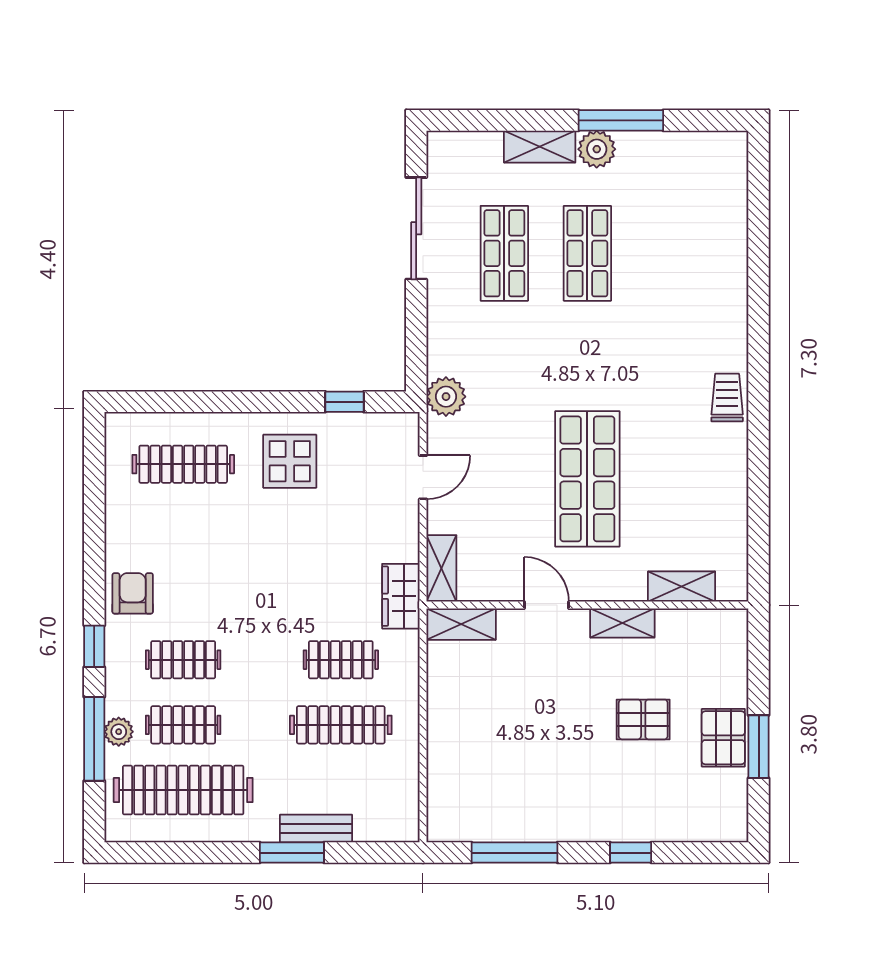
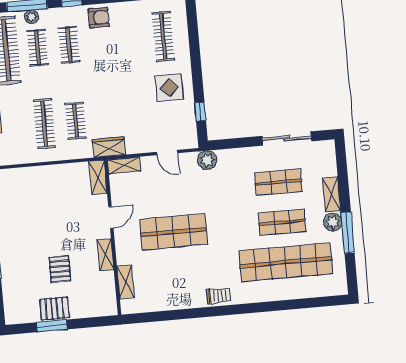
shop shelf: (670, 253) -> (286, 262), added

